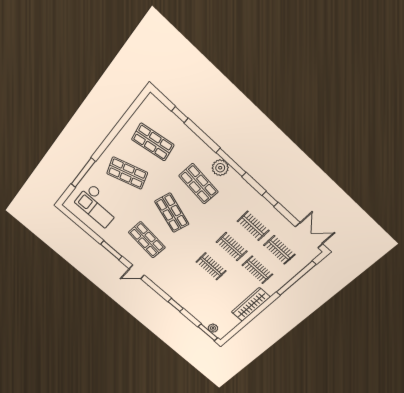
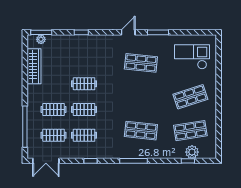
plant: (220, 168) -> (192, 152), moved
window: (83, 173) -> (219, 71), removed
shop shelf: (172, 213) -> (141, 97), removed
wardrobe: (251, 305) -> (34, 66), moved

